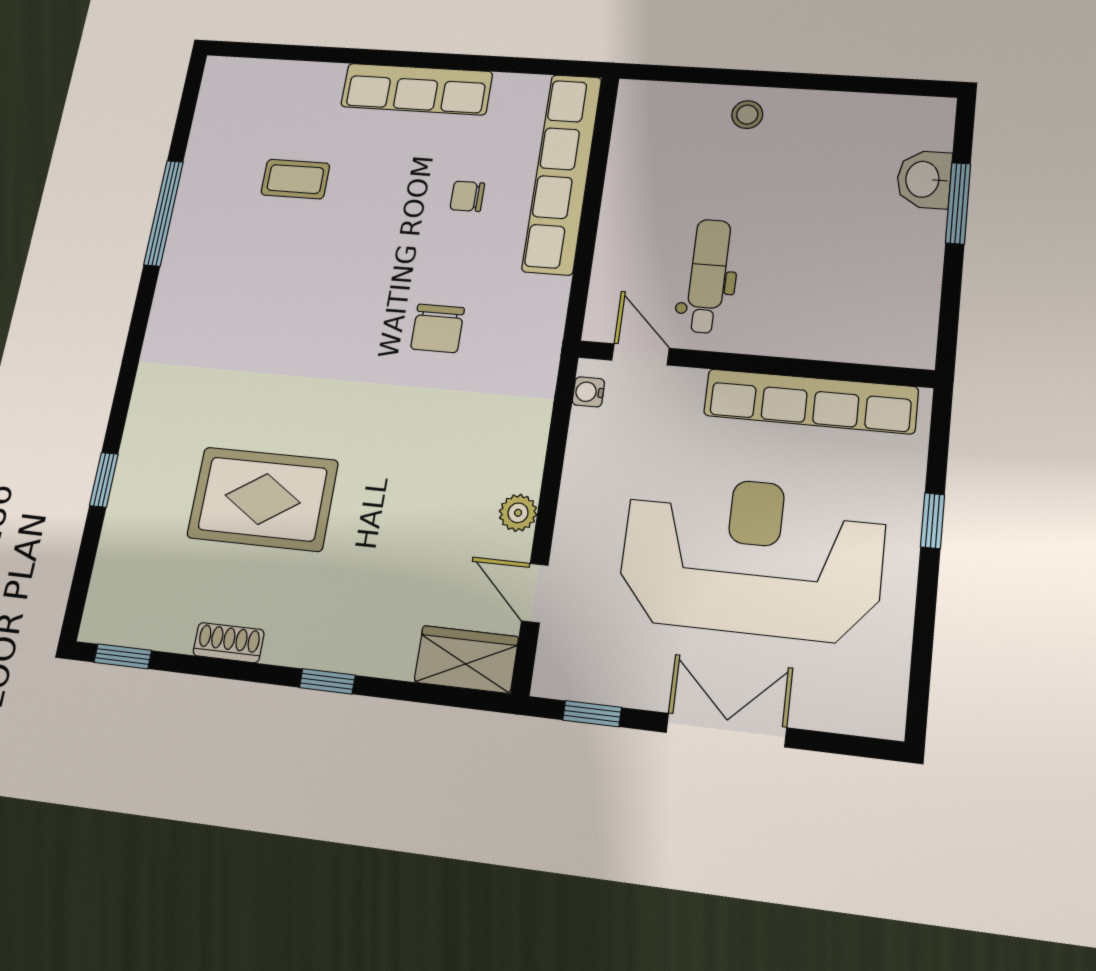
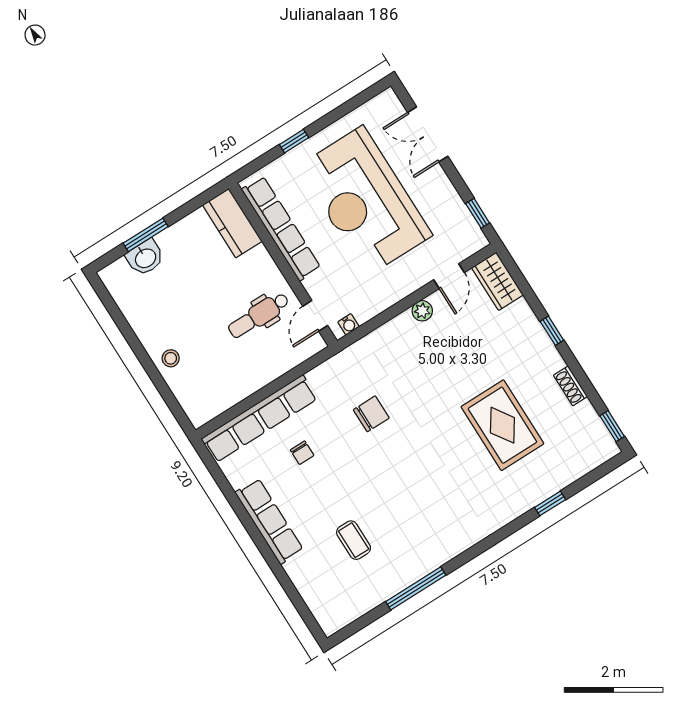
kitchen counter: (876, 337) -> (232, 223), added
double door: (726, 730) -> (428, 134), moved

